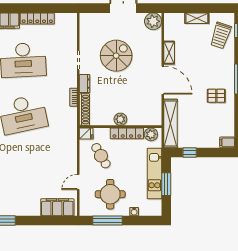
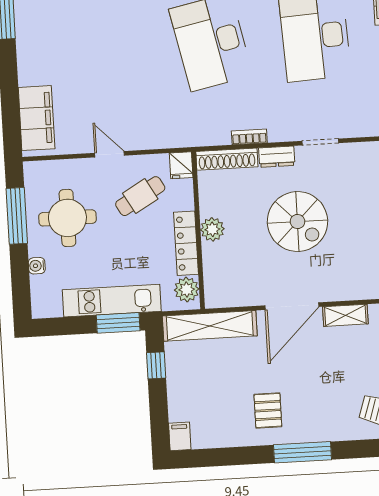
spiral stairs: (116, 56) -> (297, 222), moved
door: (78, 182) -> (109, 154), moved
window: (166, 184) -> (118, 323), moved

